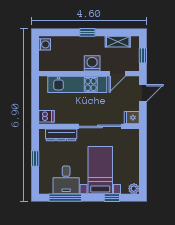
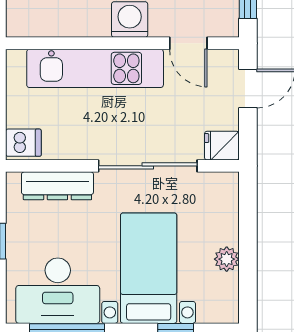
door: (117, 74) -> (188, 43), hinge flipped
desk: (66, 180) -> (58, 291), width x1.37
plant: (134, 189) -> (227, 259), moved

